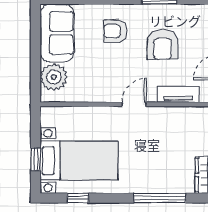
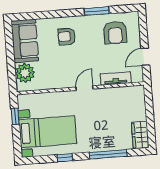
armchair: (163, 45) -> (115, 33), moved
window: (36, 159) -> (15, 116), moved
window: (78, 198) -> (65, 158), moved

